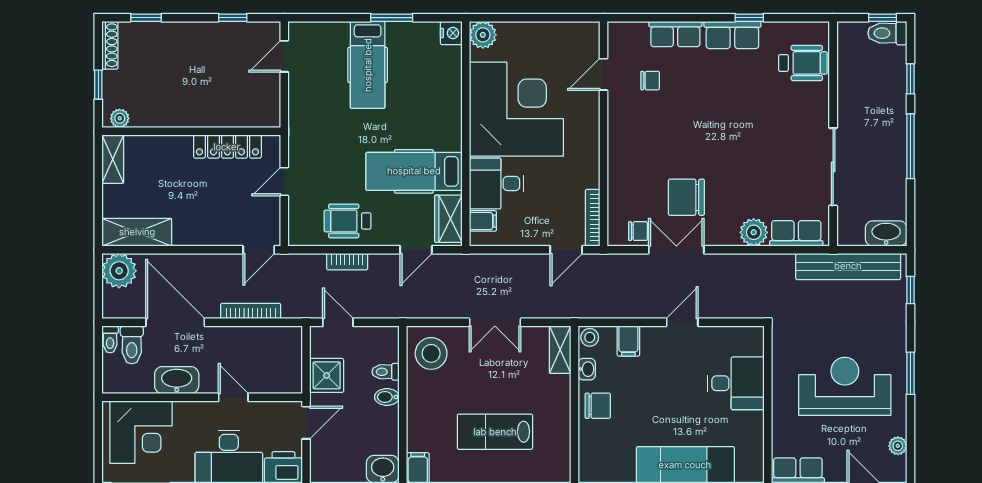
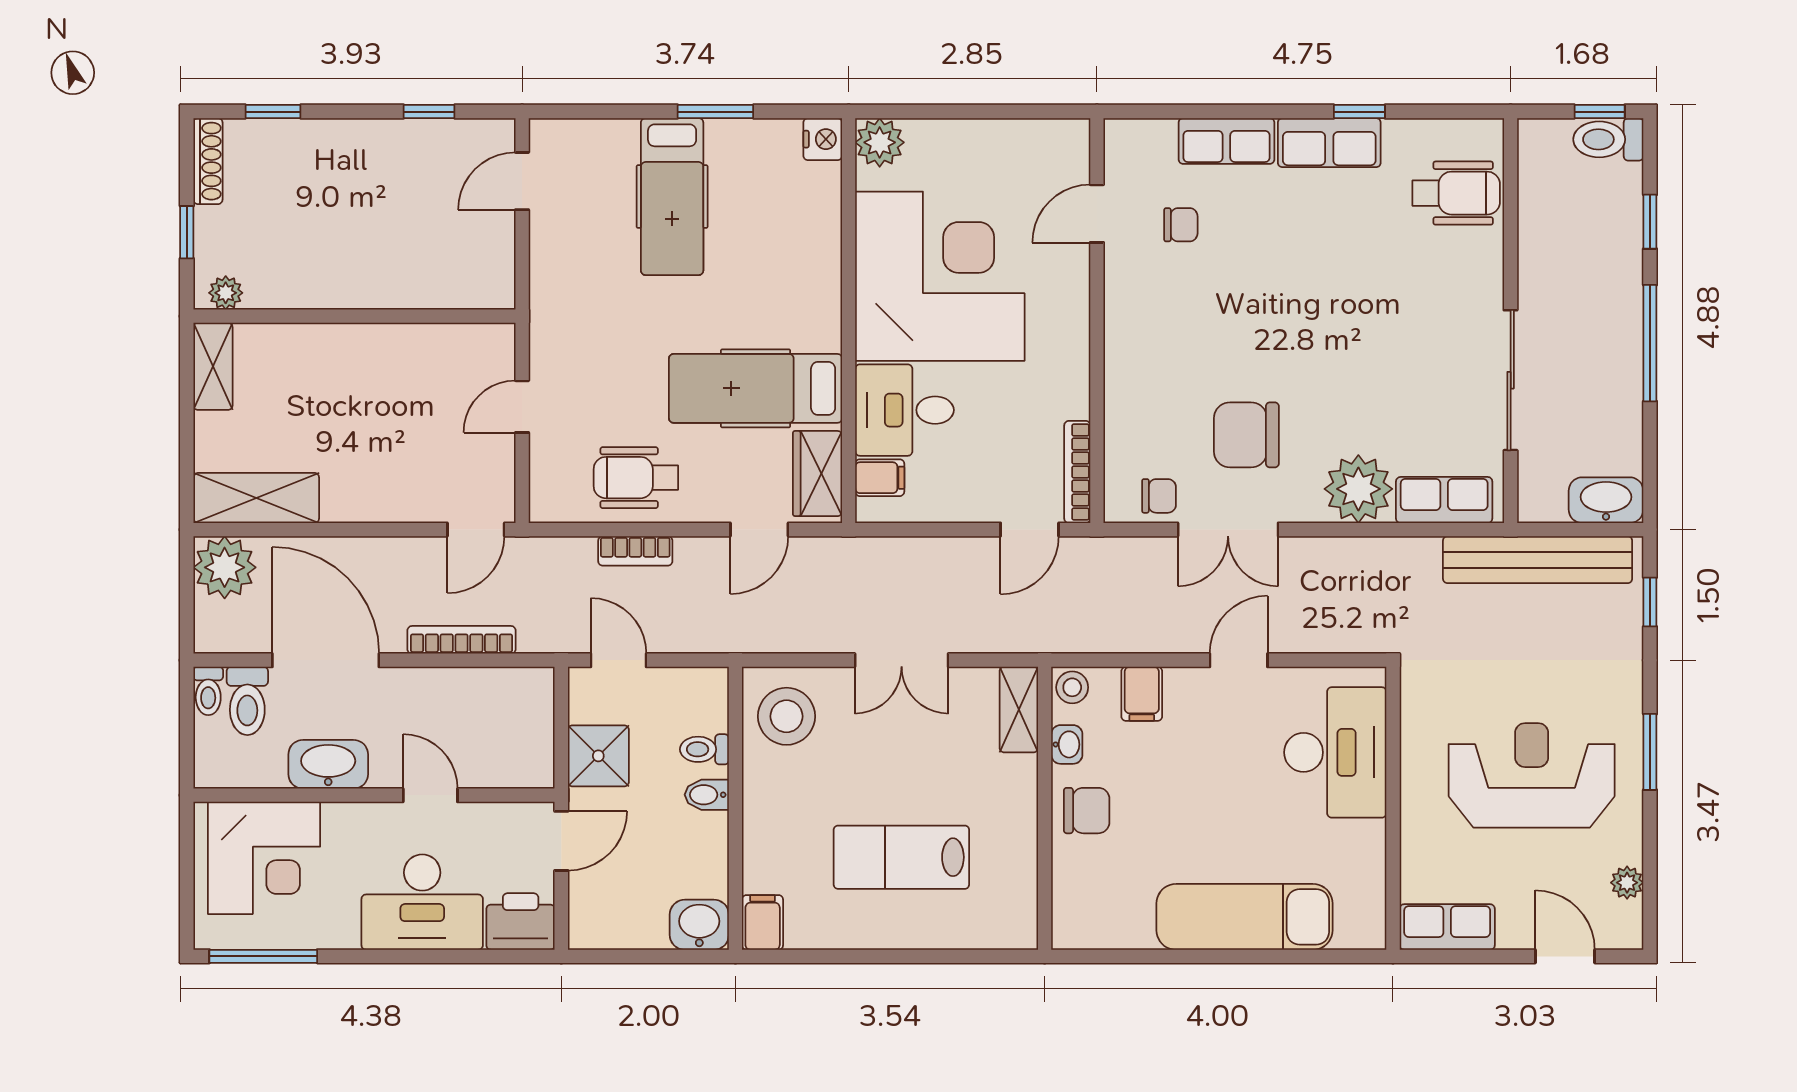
locker: (227, 147) -> (420, 344), removed
plant: (754, 232) -> (1358, 489), width x1.36, depth x1.36
double door: (676, 250) -> (1228, 530), swing flipped
desk: (736, 383) -> (1335, 752), width x1.37

